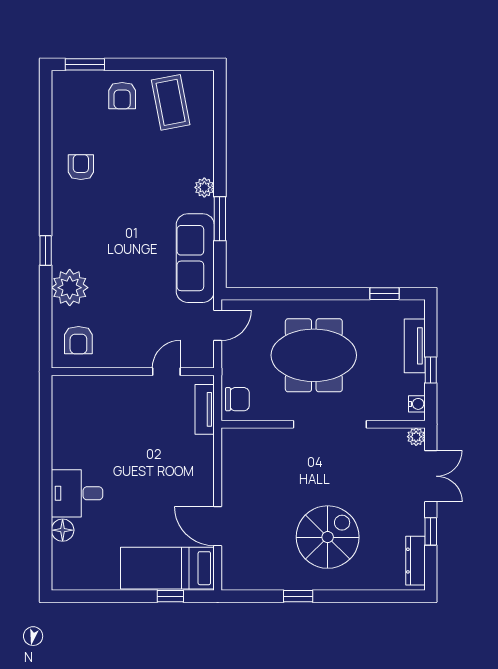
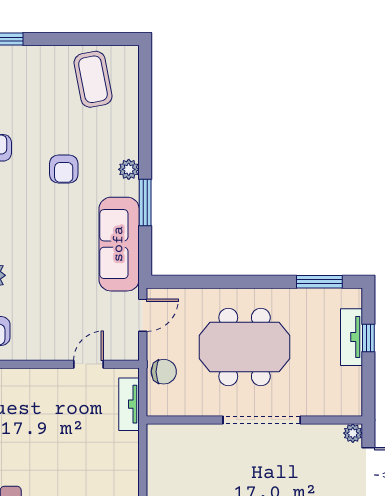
armchair: (122, 96) -> (64, 169), moved
window: (384, 294) -> (319, 282), width x1.50
window: (431, 370) -> (368, 338), moved
chair: (237, 399) -> (164, 372), moved
water cooler: (417, 404) -> (354, 398), removed

